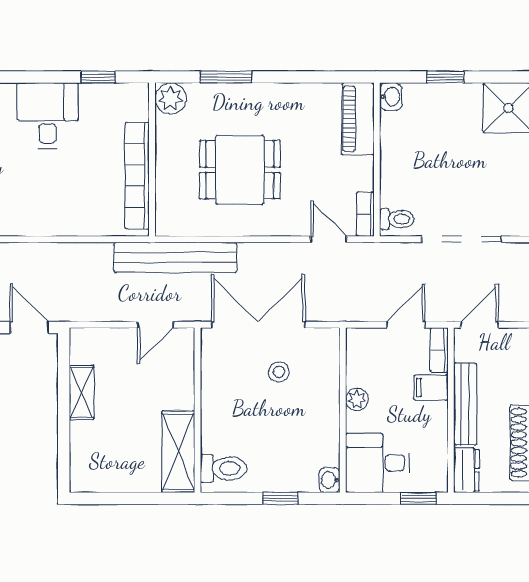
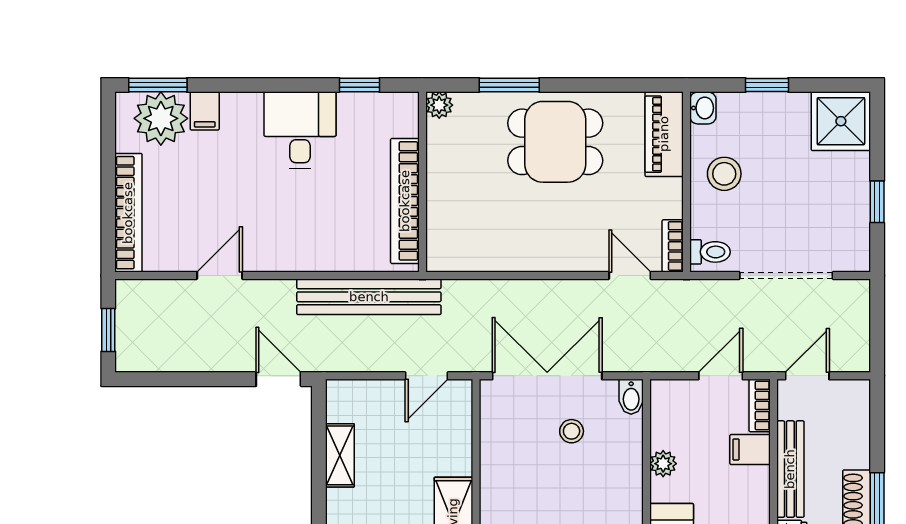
plant: (171, 98) -> (439, 105), width x0.73, depth x0.73
stool: (409, 153) -> (724, 174), added
dining table: (240, 170) -> (555, 142), moved
bench: (175, 257) -> (369, 297), moved
bidet: (330, 343) -> (631, 397), added

